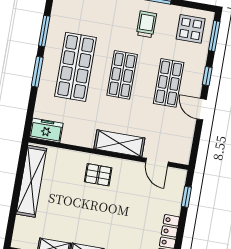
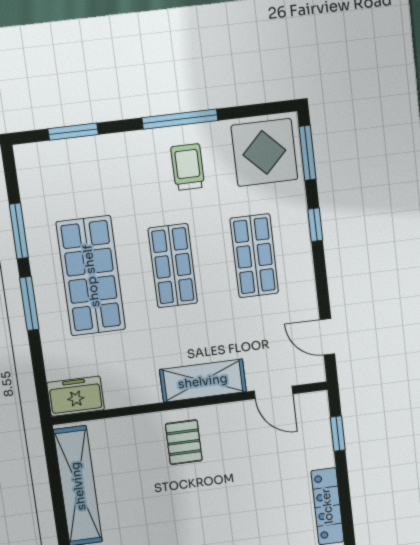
display table: (191, 29) -> (264, 152), width x1.36, depth x1.36
door: (202, 109) -> (327, 337), moved
pallet: (98, 175) -> (184, 442), turned 90

